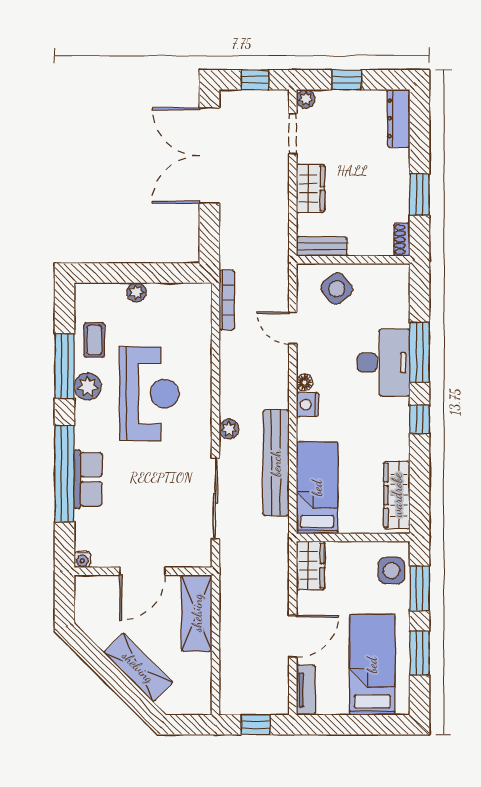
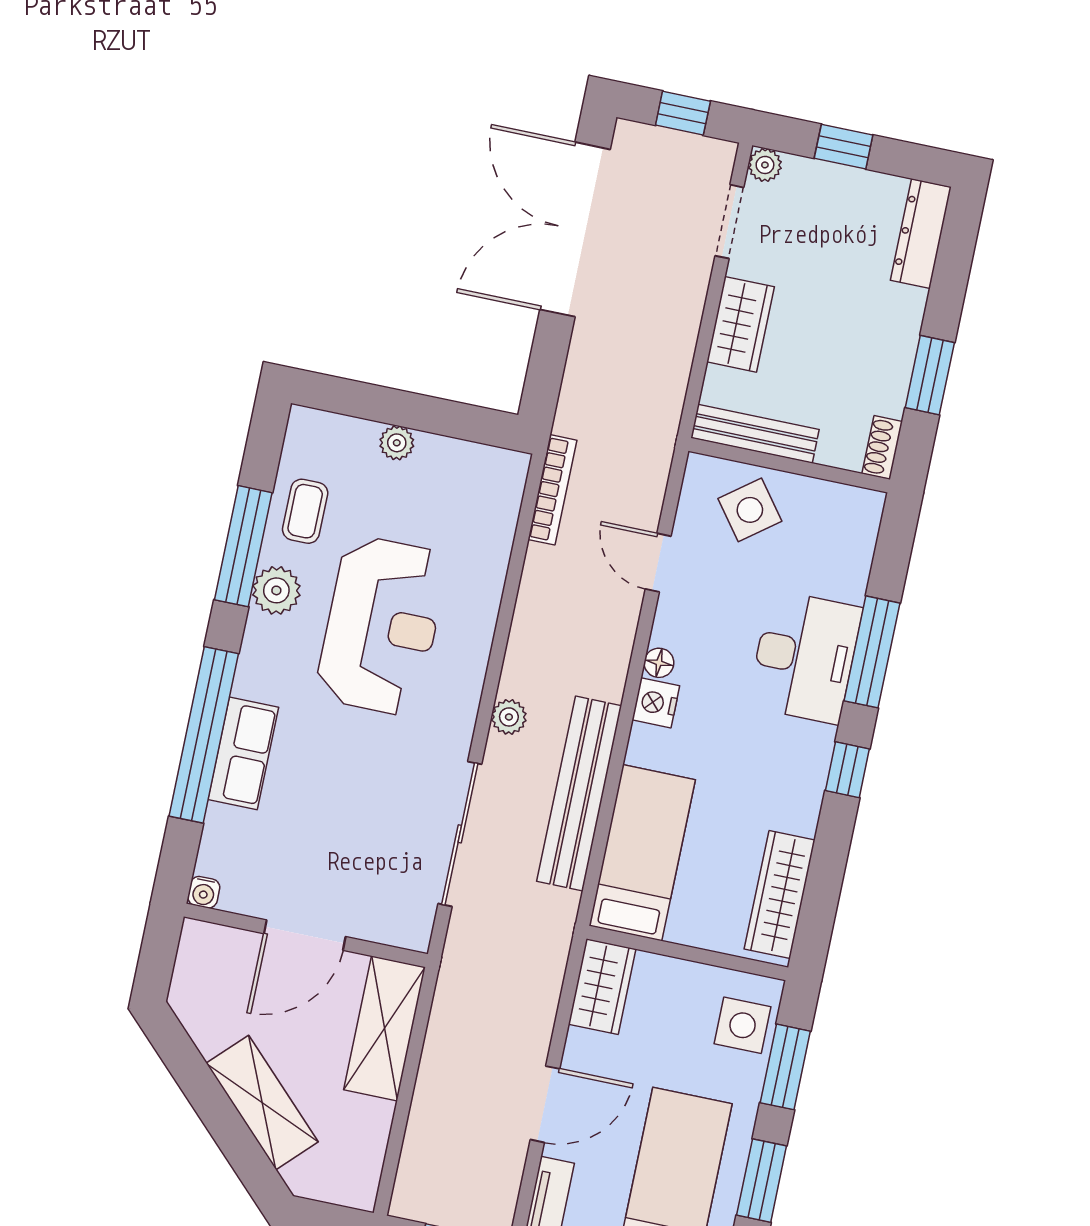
bench: (322, 246) -> (755, 434), width x1.36

